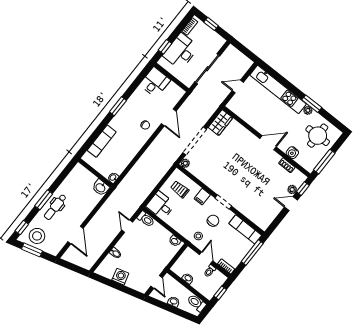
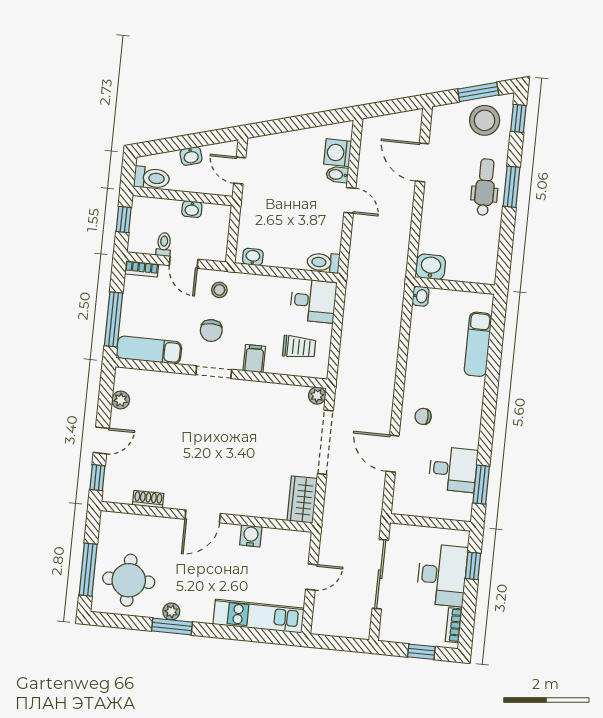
desk: (155, 82) -> (453, 469), moved, turned -90
kitchen unit: (278, 89) -> (258, 616), width x0.73
window: (118, 106) -> (481, 485), moved
water cooler: (292, 153) -> (251, 536), moved
window: (324, 162) -> (88, 570), moved
plant: (292, 189) -> (121, 400), moved
door: (127, 226) -> (350, 200), moved
washing machine: (120, 277) -> (338, 153), moved, turned 106

